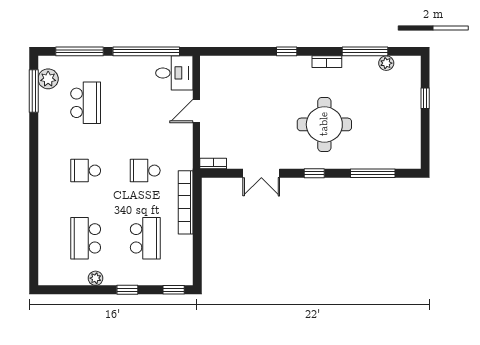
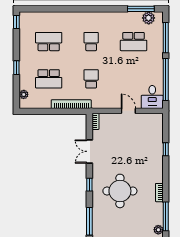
window: (287, 51) -> (166, 149), moved
plant: (96, 278) -> (24, 94), moved
window: (174, 290) -> (16, 22), moved

